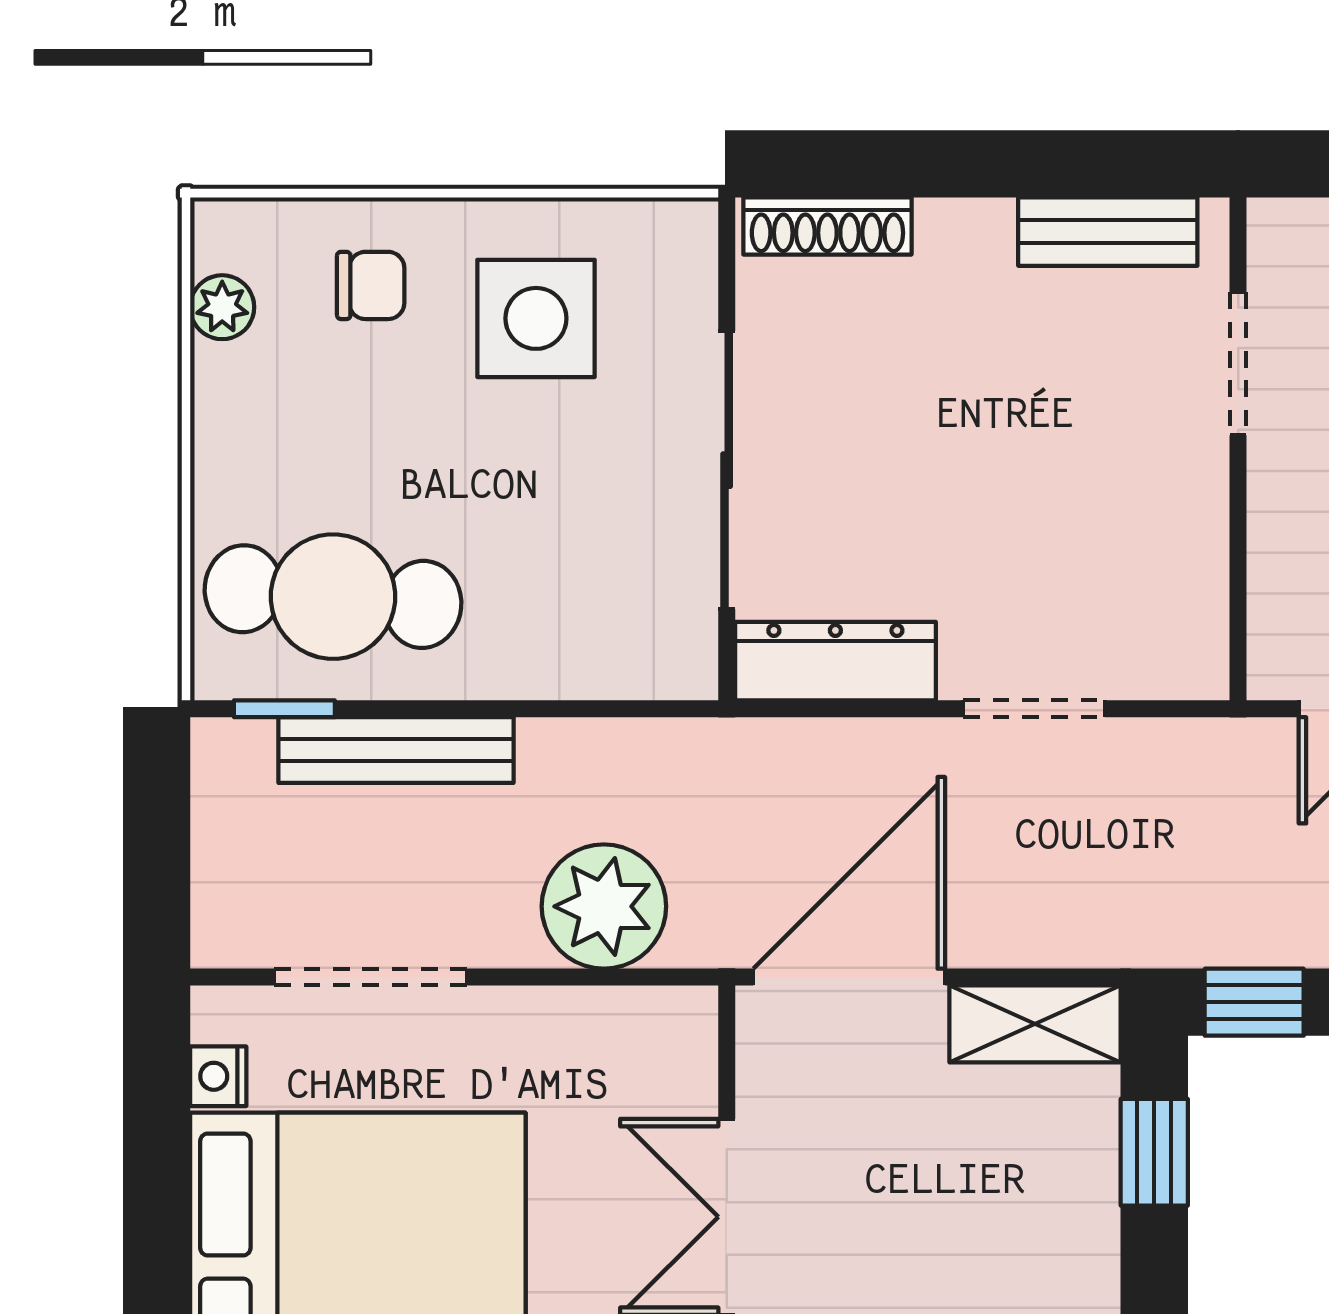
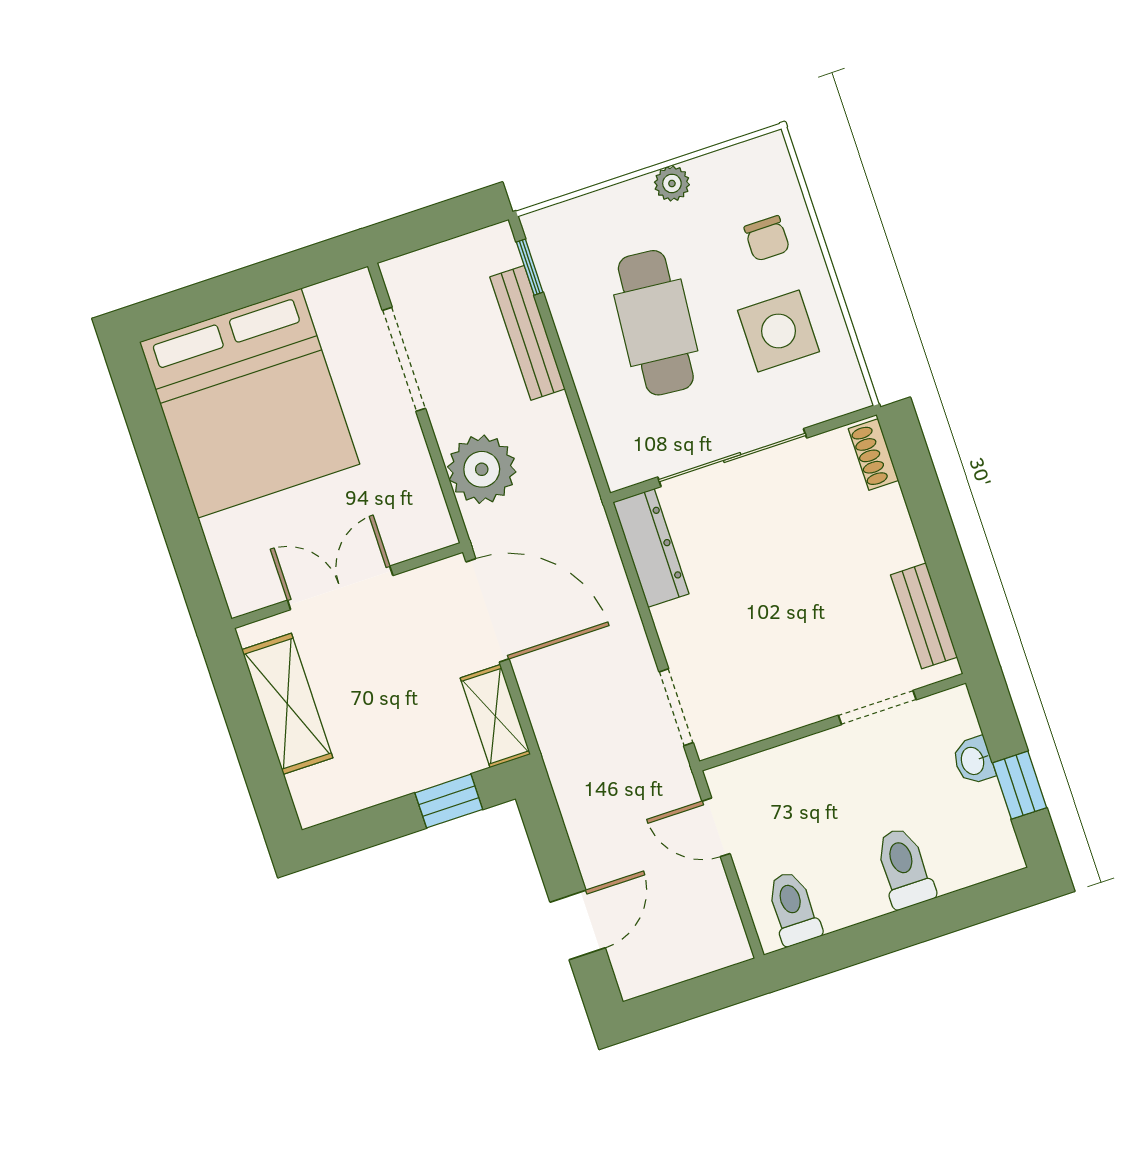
shoe rack: (827, 226) -> (874, 455), width x0.70
plant: (222, 307) -> (672, 183), moved
cafe table: (333, 597) -> (656, 323), moved
doorway: (1034, 709) -> (676, 707), moved
window: (1254, 1002) -> (545, 827), removed
nightstand: (218, 1076) -> (325, 297), removed

